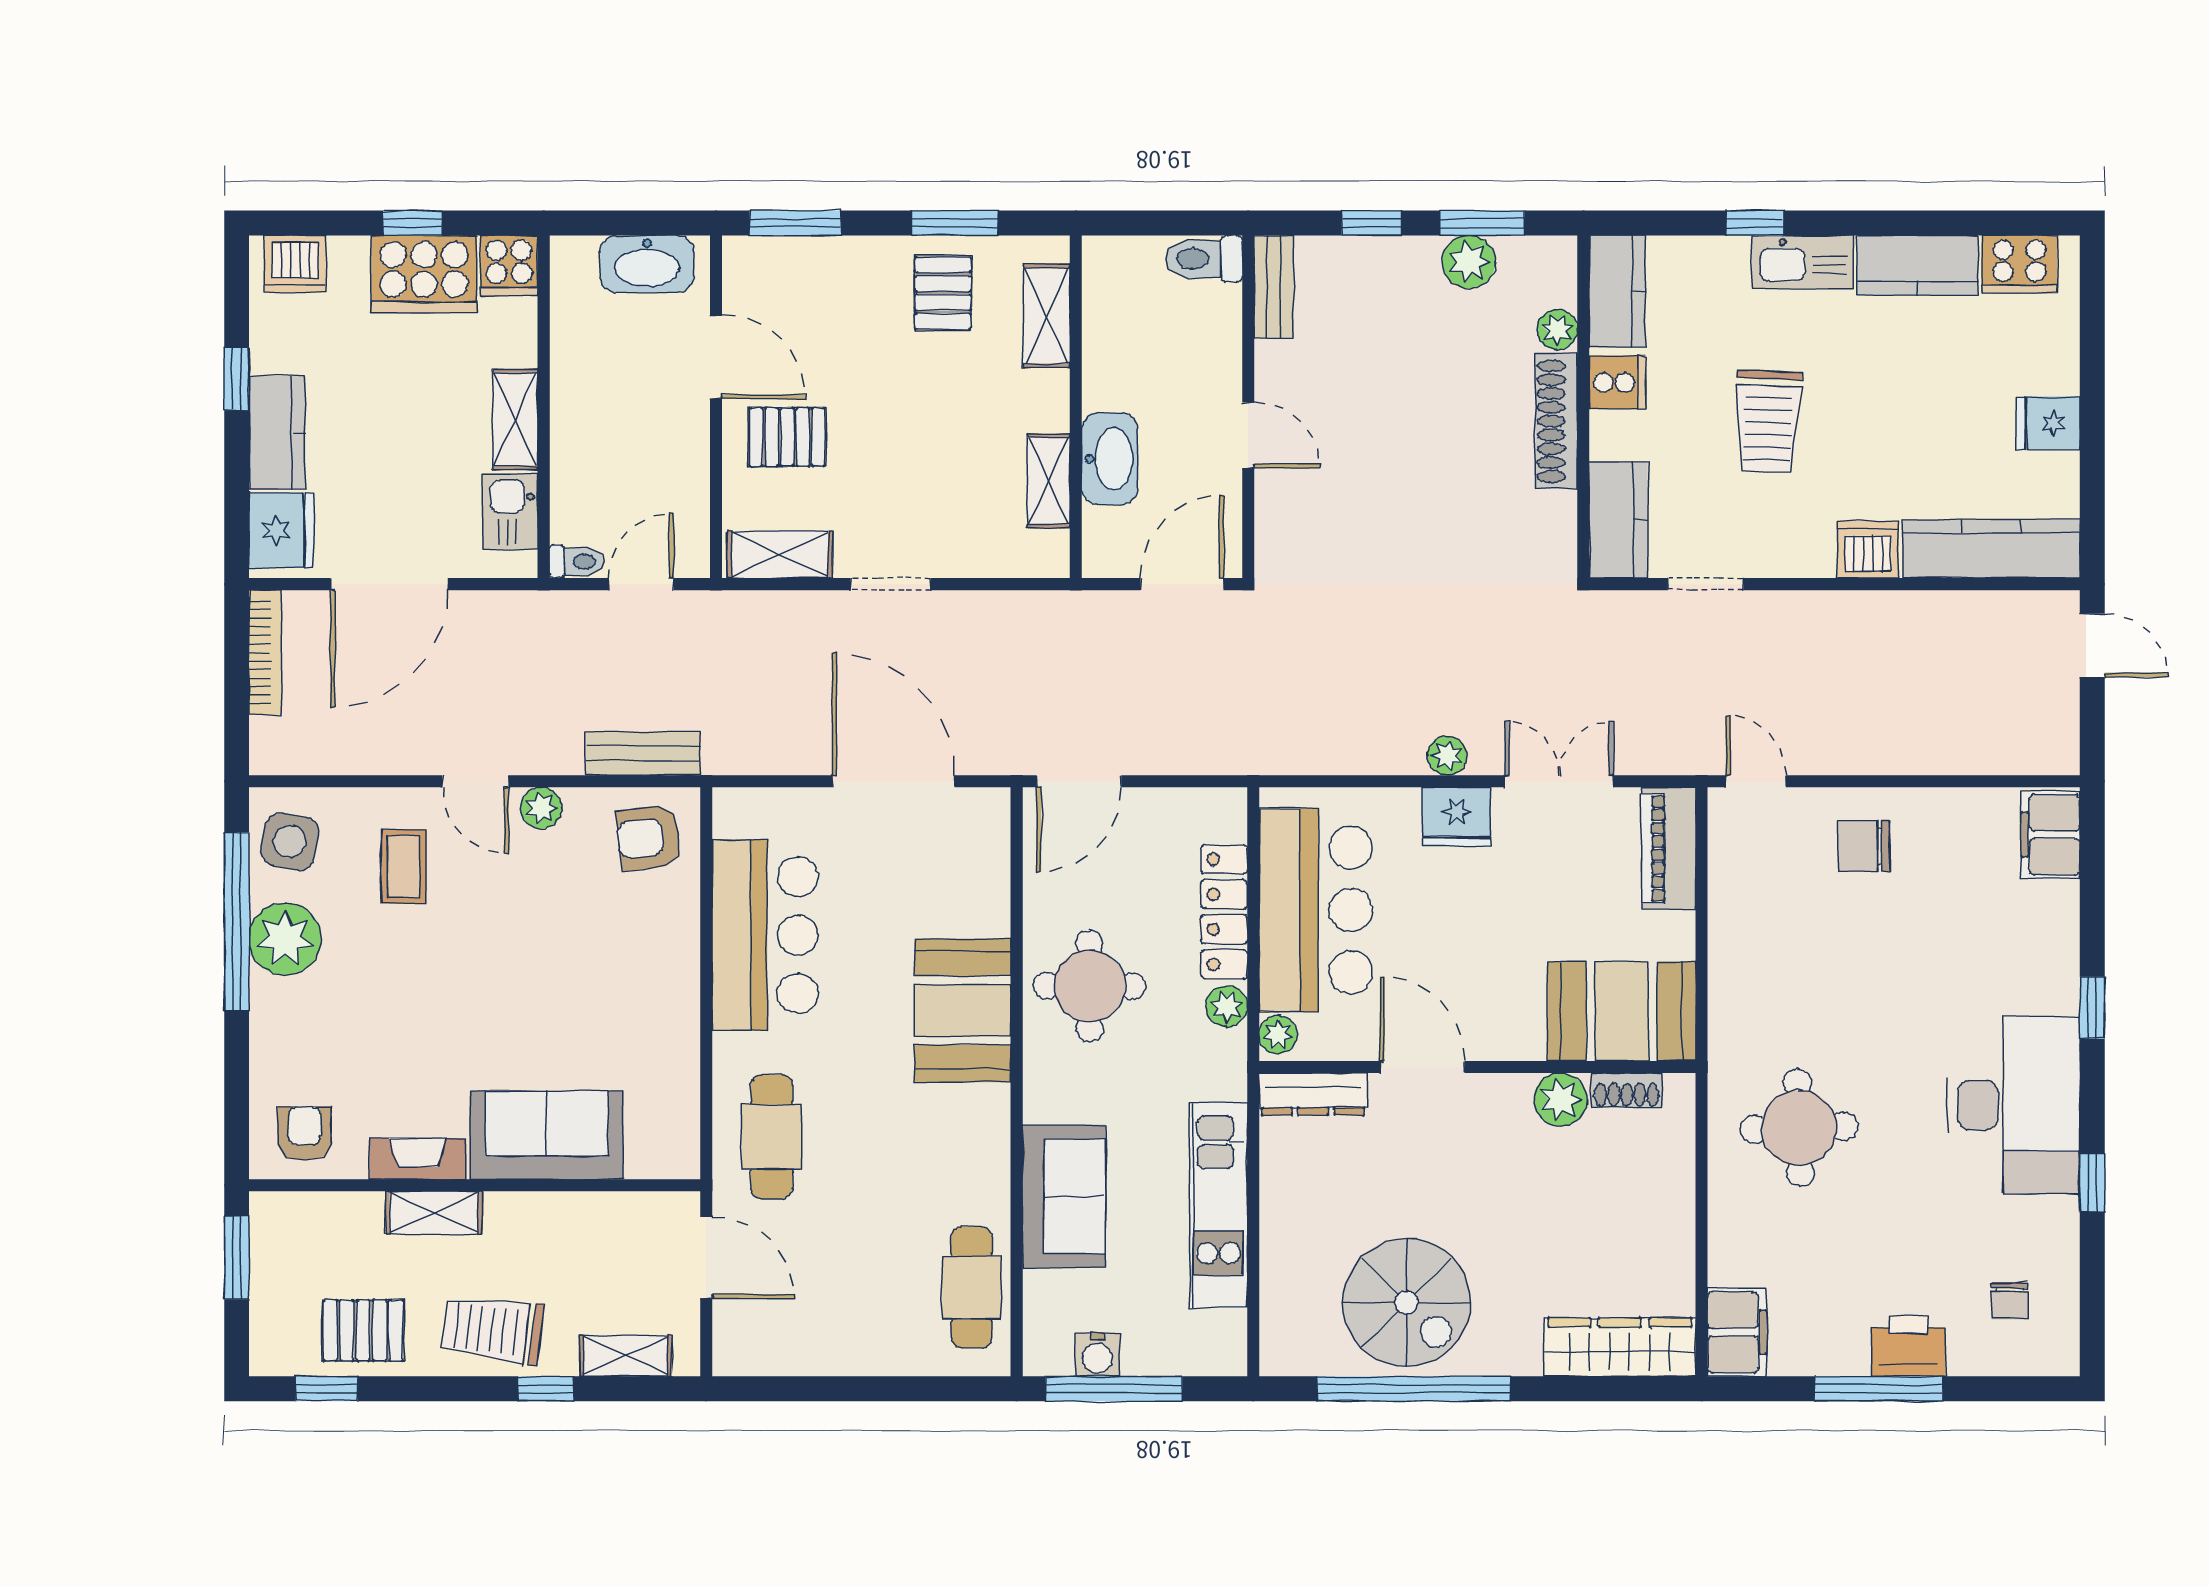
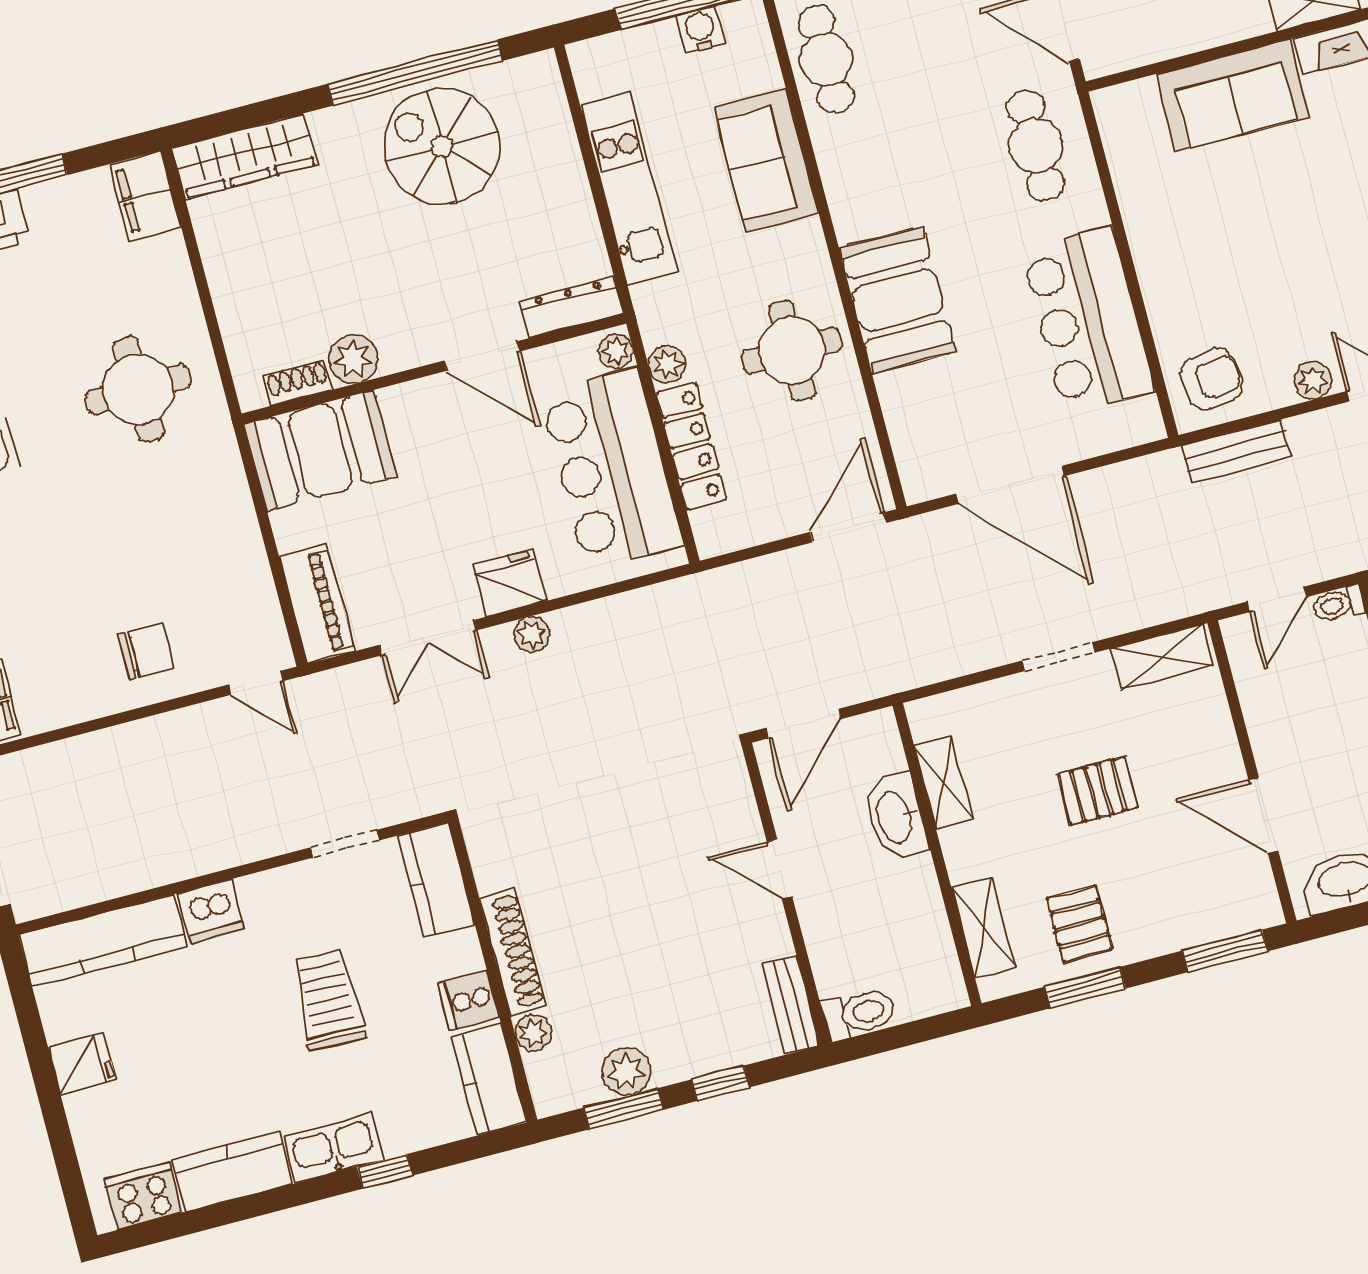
pallet: (787, 437) -> (1098, 791), moved

